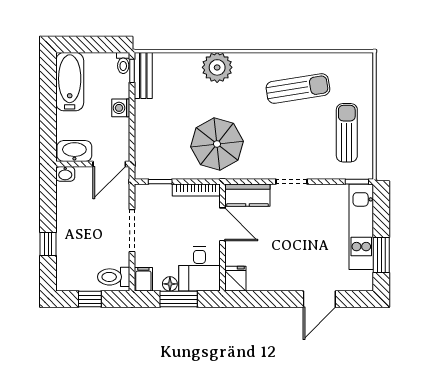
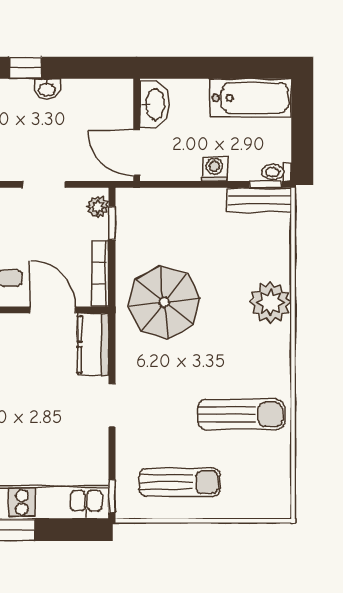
sun lounger: (298, 88) -> (241, 415), turned -81
washbasin: (65, 174) -> (47, 89), moved, turned -90
plant: (148, 192) -> (98, 207), added
door: (222, 224) -> (53, 310), swing flipped
doorway: (132, 231) -> (44, 184), width x0.73

